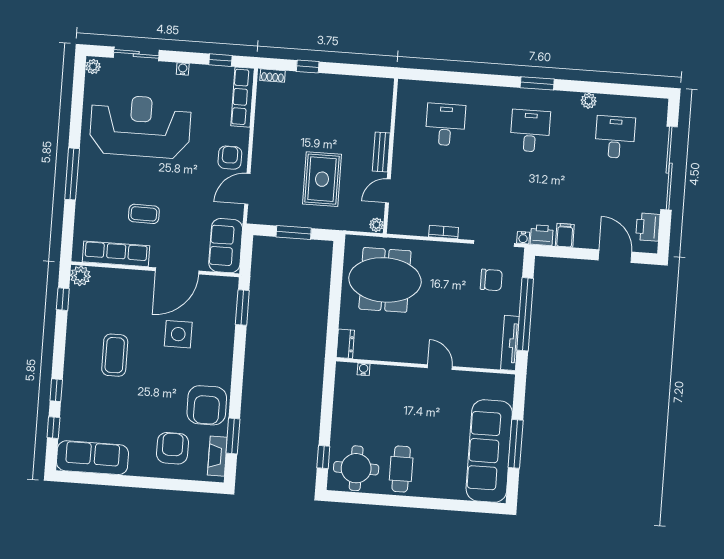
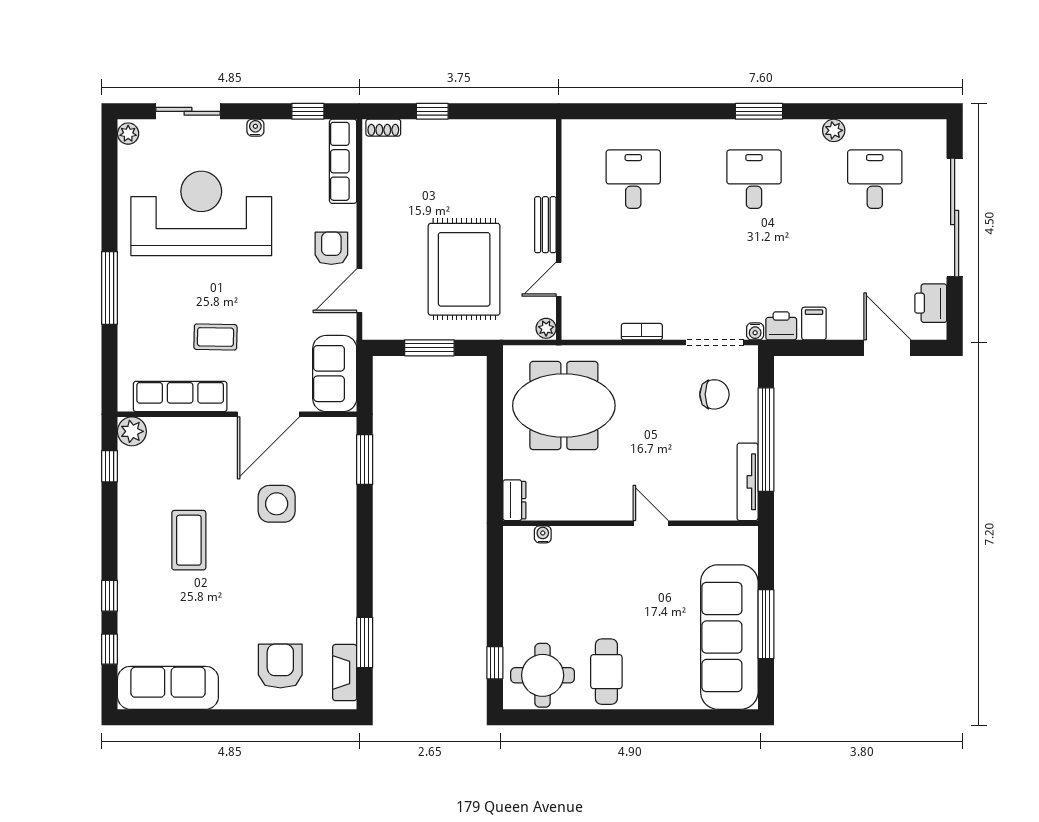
rug: (322, 179) -> (464, 269), width x1.37, depth x1.44
armchair: (207, 405) -> (324, 602), removed

